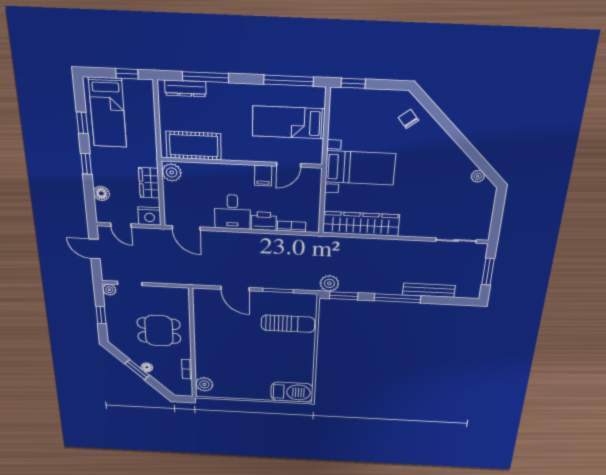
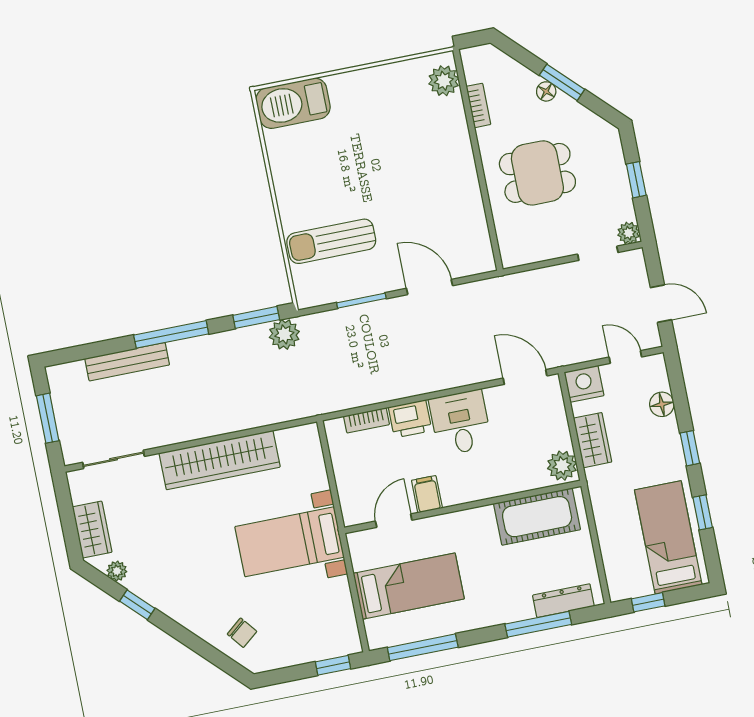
window: (472, 153) -> (137, 605), added
wardrobe: (484, 204) -> (92, 530), added
wardrobe: (361, 224) -> (220, 460), moved

